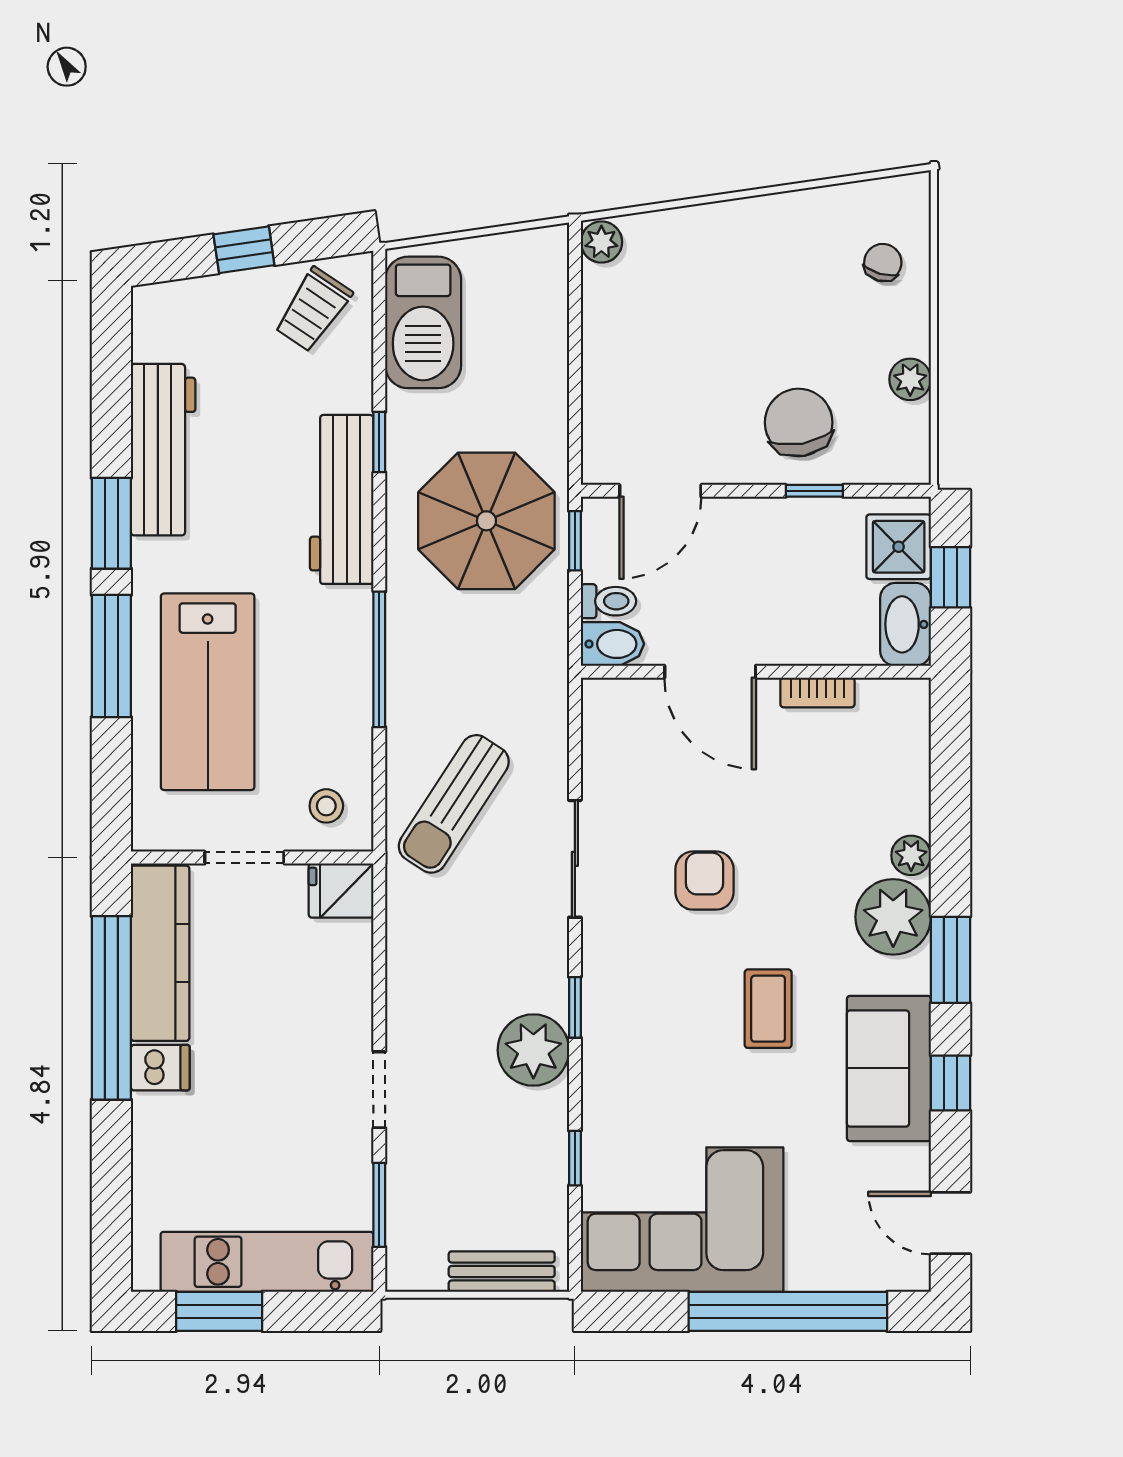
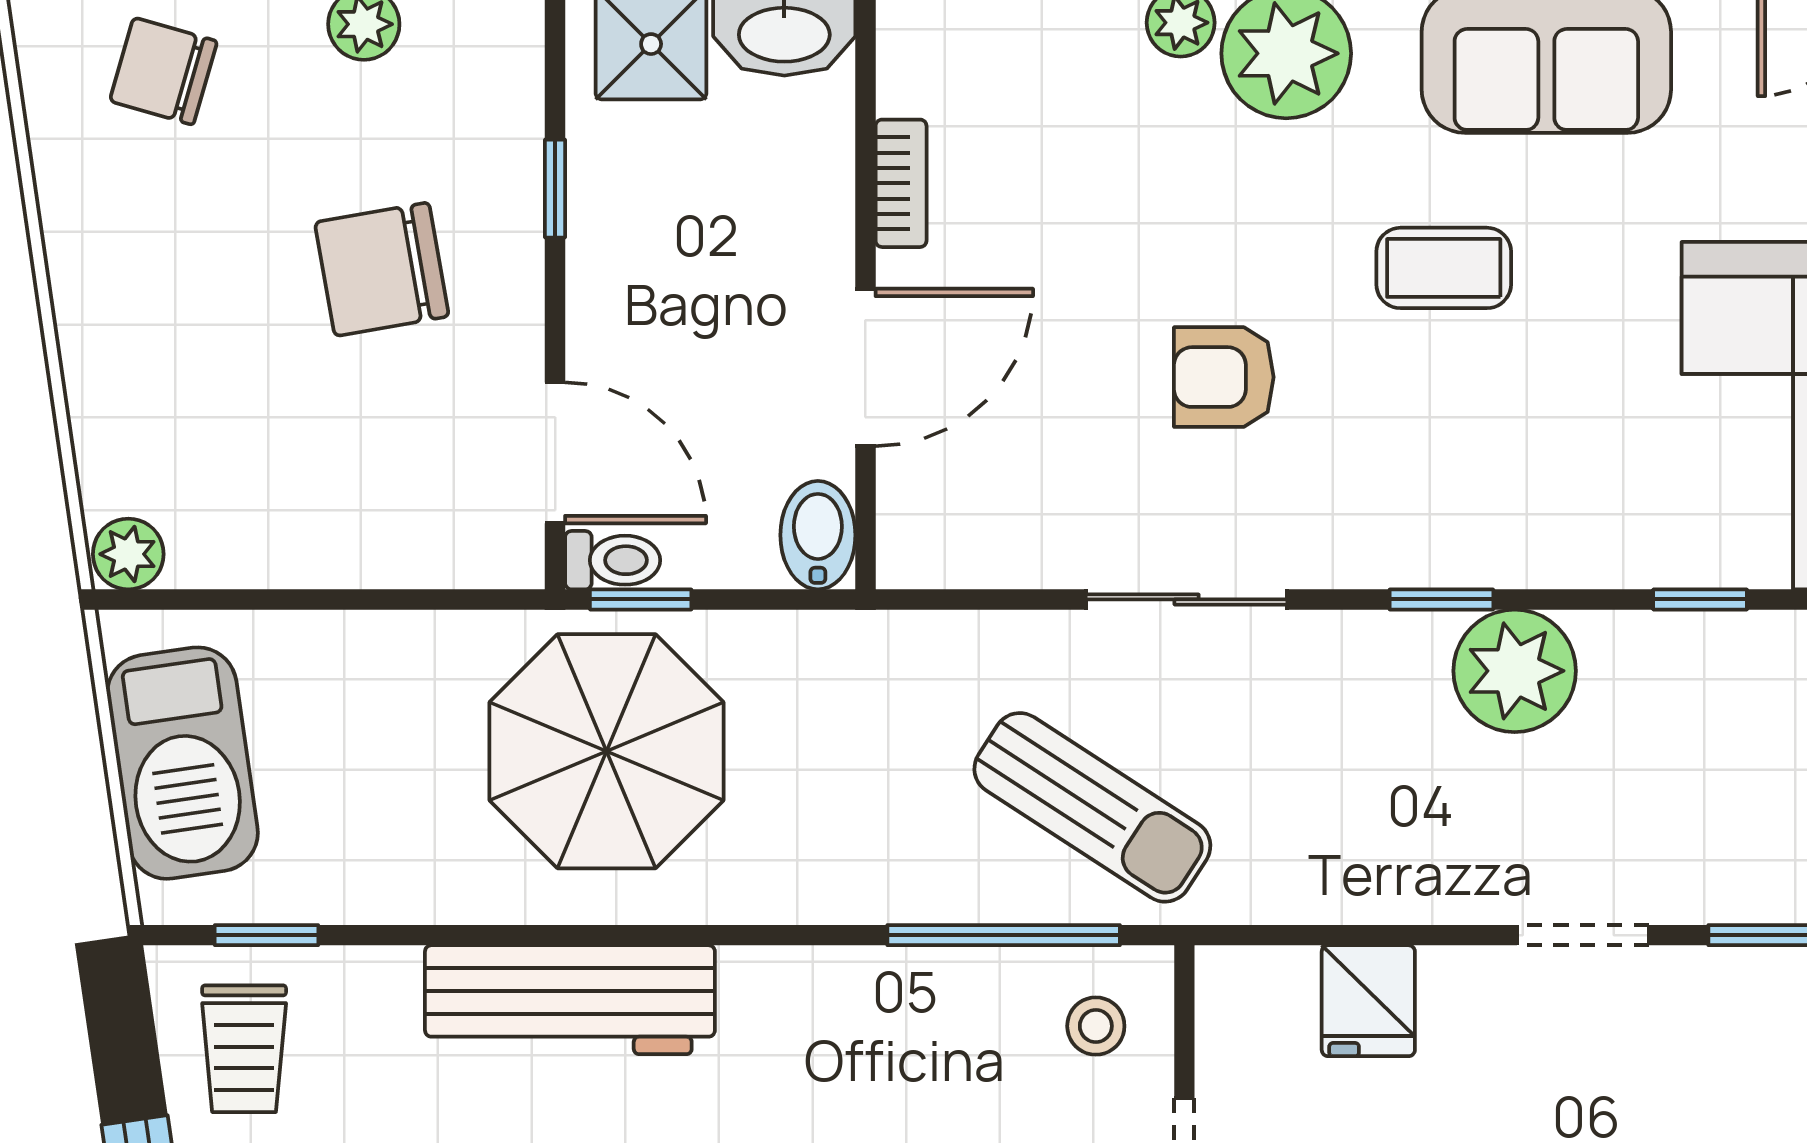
chair: (883, 263) -> (163, 71), width x1.37, depth x1.37
trolley: (313, 310) -> (244, 1049), turned 56
barbecue: (423, 322) -> (182, 763), moved, turned 82
chair: (799, 422) -> (382, 269), moved
window: (379, 442) -> (266, 935), moved
toilet: (608, 601) -> (613, 560), moved, turned 90
window: (379, 659) -> (1004, 935), moved
fridge: (341, 891) -> (1368, 1001), moved

